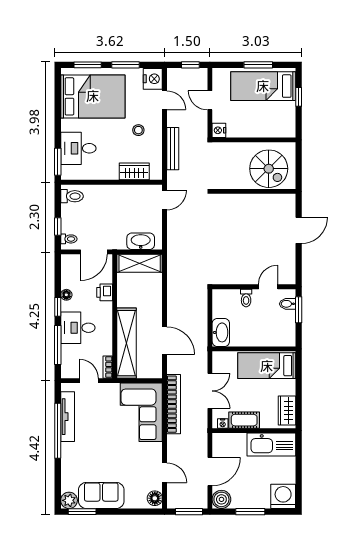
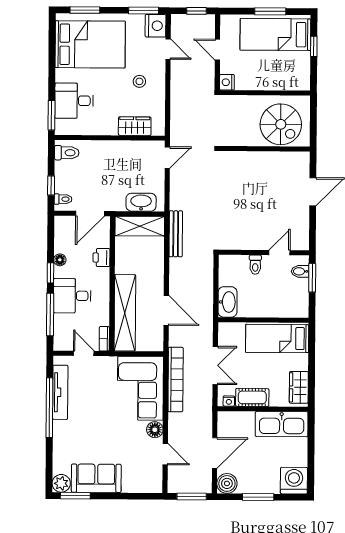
window: (125, 65) -> (144, 10), moved
bench: (173, 149) -> (176, 234), moved
floor lamp: (155, 498) -> (155, 430), moved

